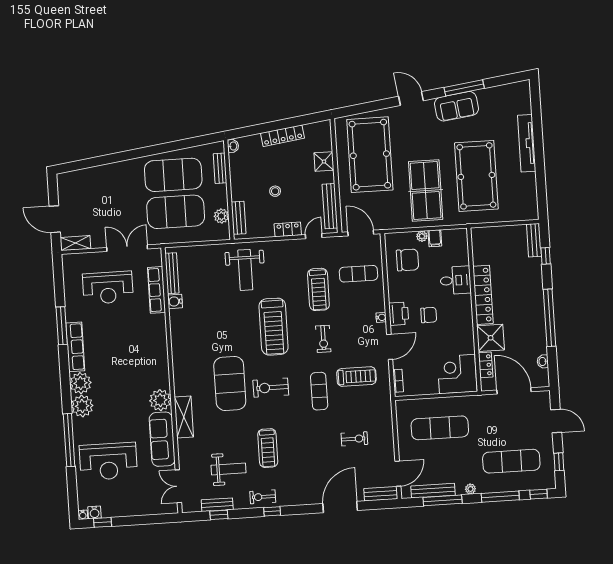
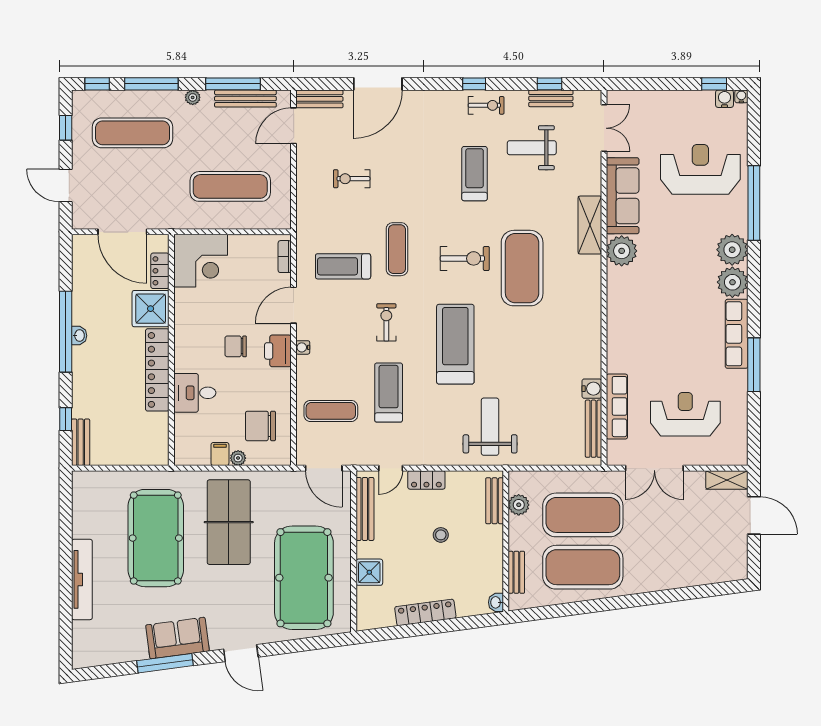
washbasin: (543, 361) -> (79, 336), moved

